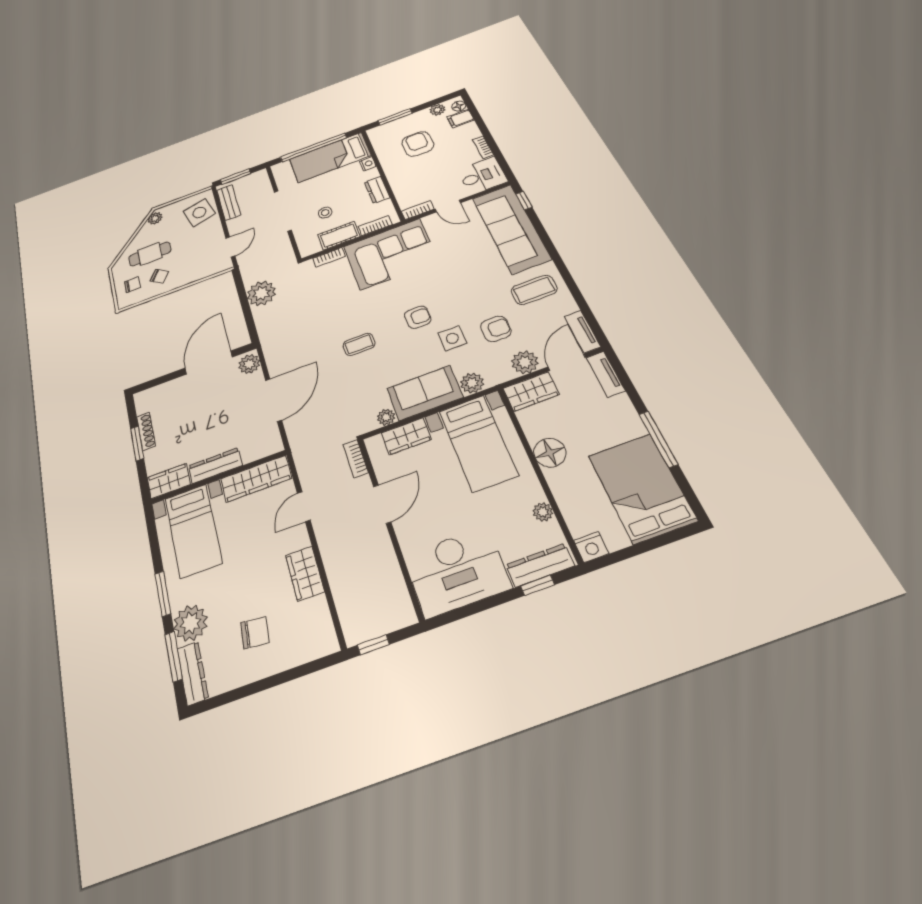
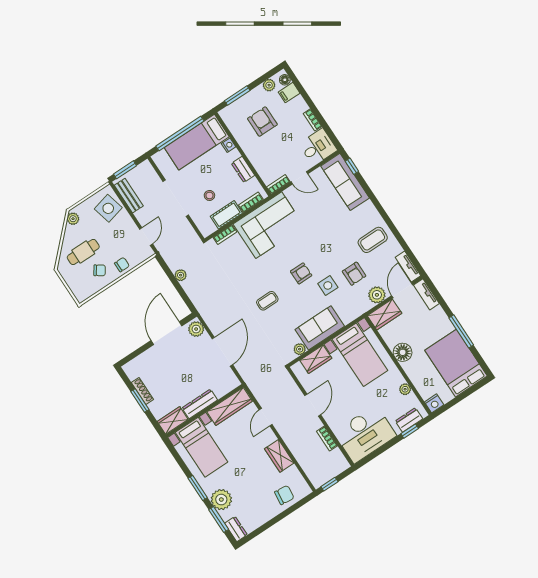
sofa: (511, 228) -> (345, 182), width x0.74, depth x0.79
chair: (132, 285) -> (122, 265), moved
plant: (261, 293) -> (181, 275), width x0.53, depth x0.53
armchair: (496, 329) -> (354, 274), turned 90
plant: (472, 383) -> (348, 315), removed
bookcase: (356, 459) -> (327, 438), moved
dresser: (540, 565) -> (409, 420), width x0.70
chair: (255, 633) -> (284, 495), moved
dresser: (193, 673) -> (236, 529), width x0.70

